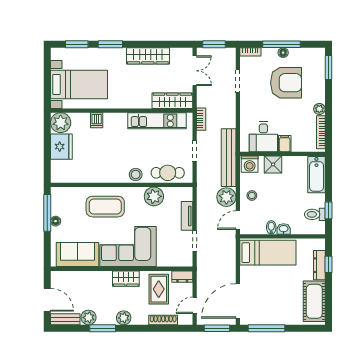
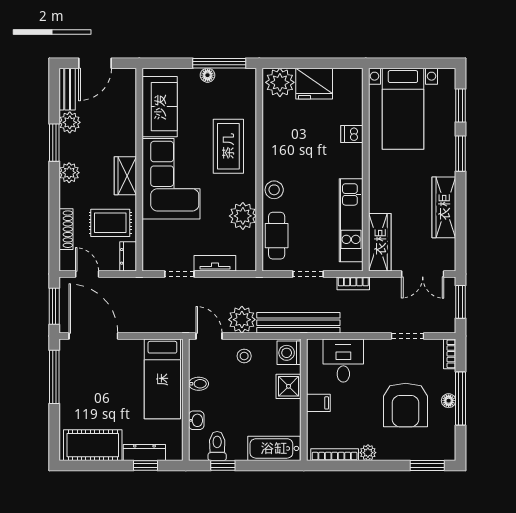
plant: (61, 123) -> (280, 82), moved
desk: (263, 137) -> (343, 361), moved, turned 90
washbasin: (284, 229) -> (196, 420), moved

